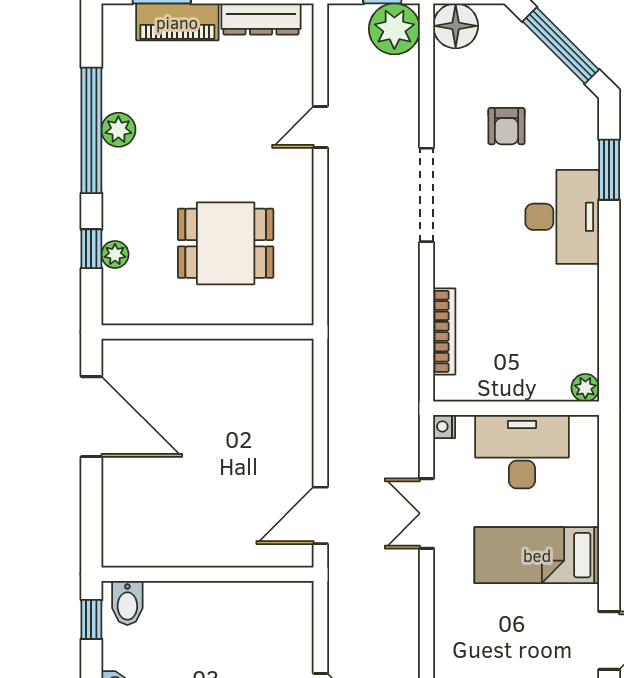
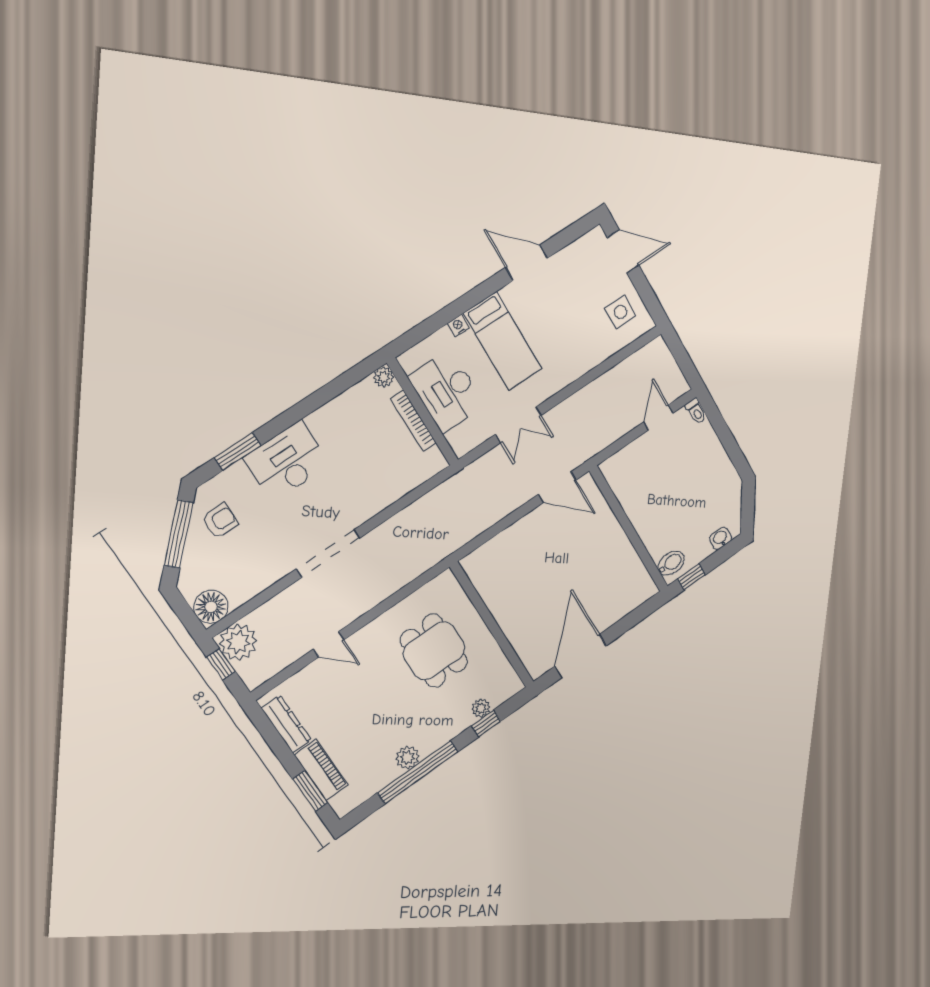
armchair: (506, 126) -> (220, 521), moved
bookcase: (444, 331) -> (413, 421), moved, turned -90
nightstand: (444, 426) -> (458, 326), moved, turned 180

